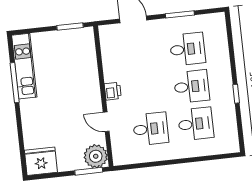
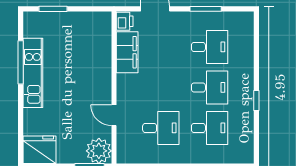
window: (70, 26) -> (53, 9), moved
filing cabinet: (112, 62) -> (127, 52), added
kitchen unit: (24, 66) -> (33, 73), moved
printer: (113, 91) -> (125, 21), moved

